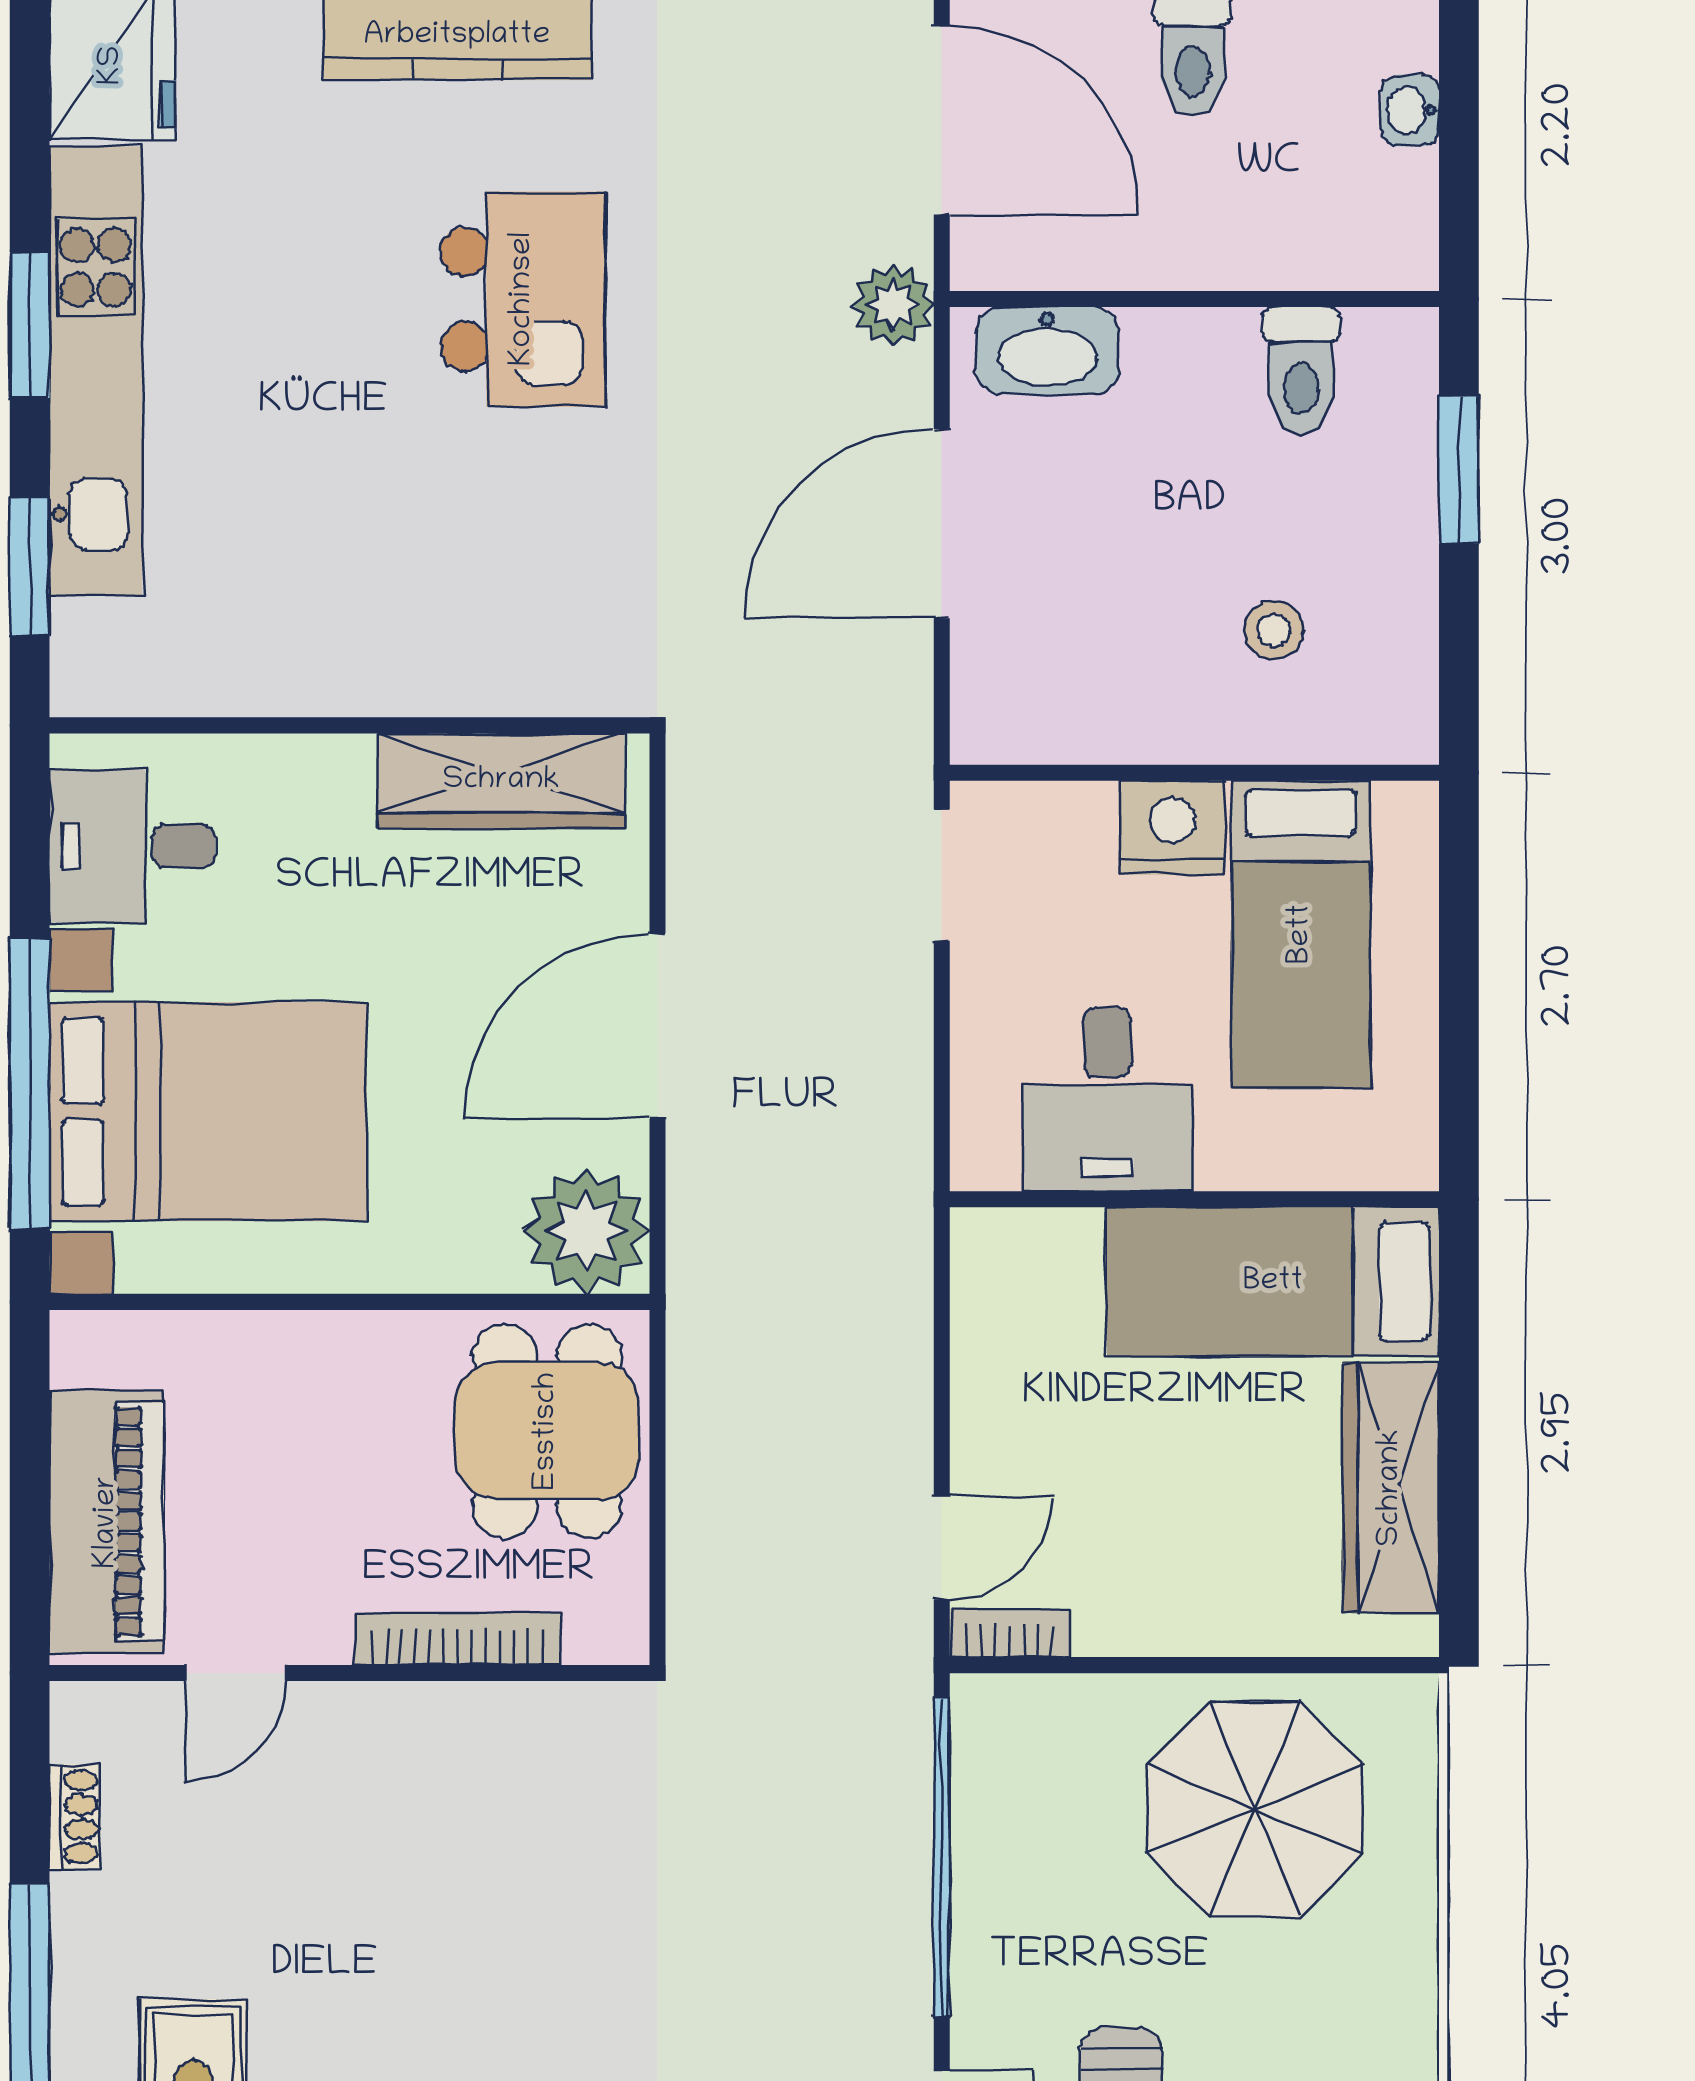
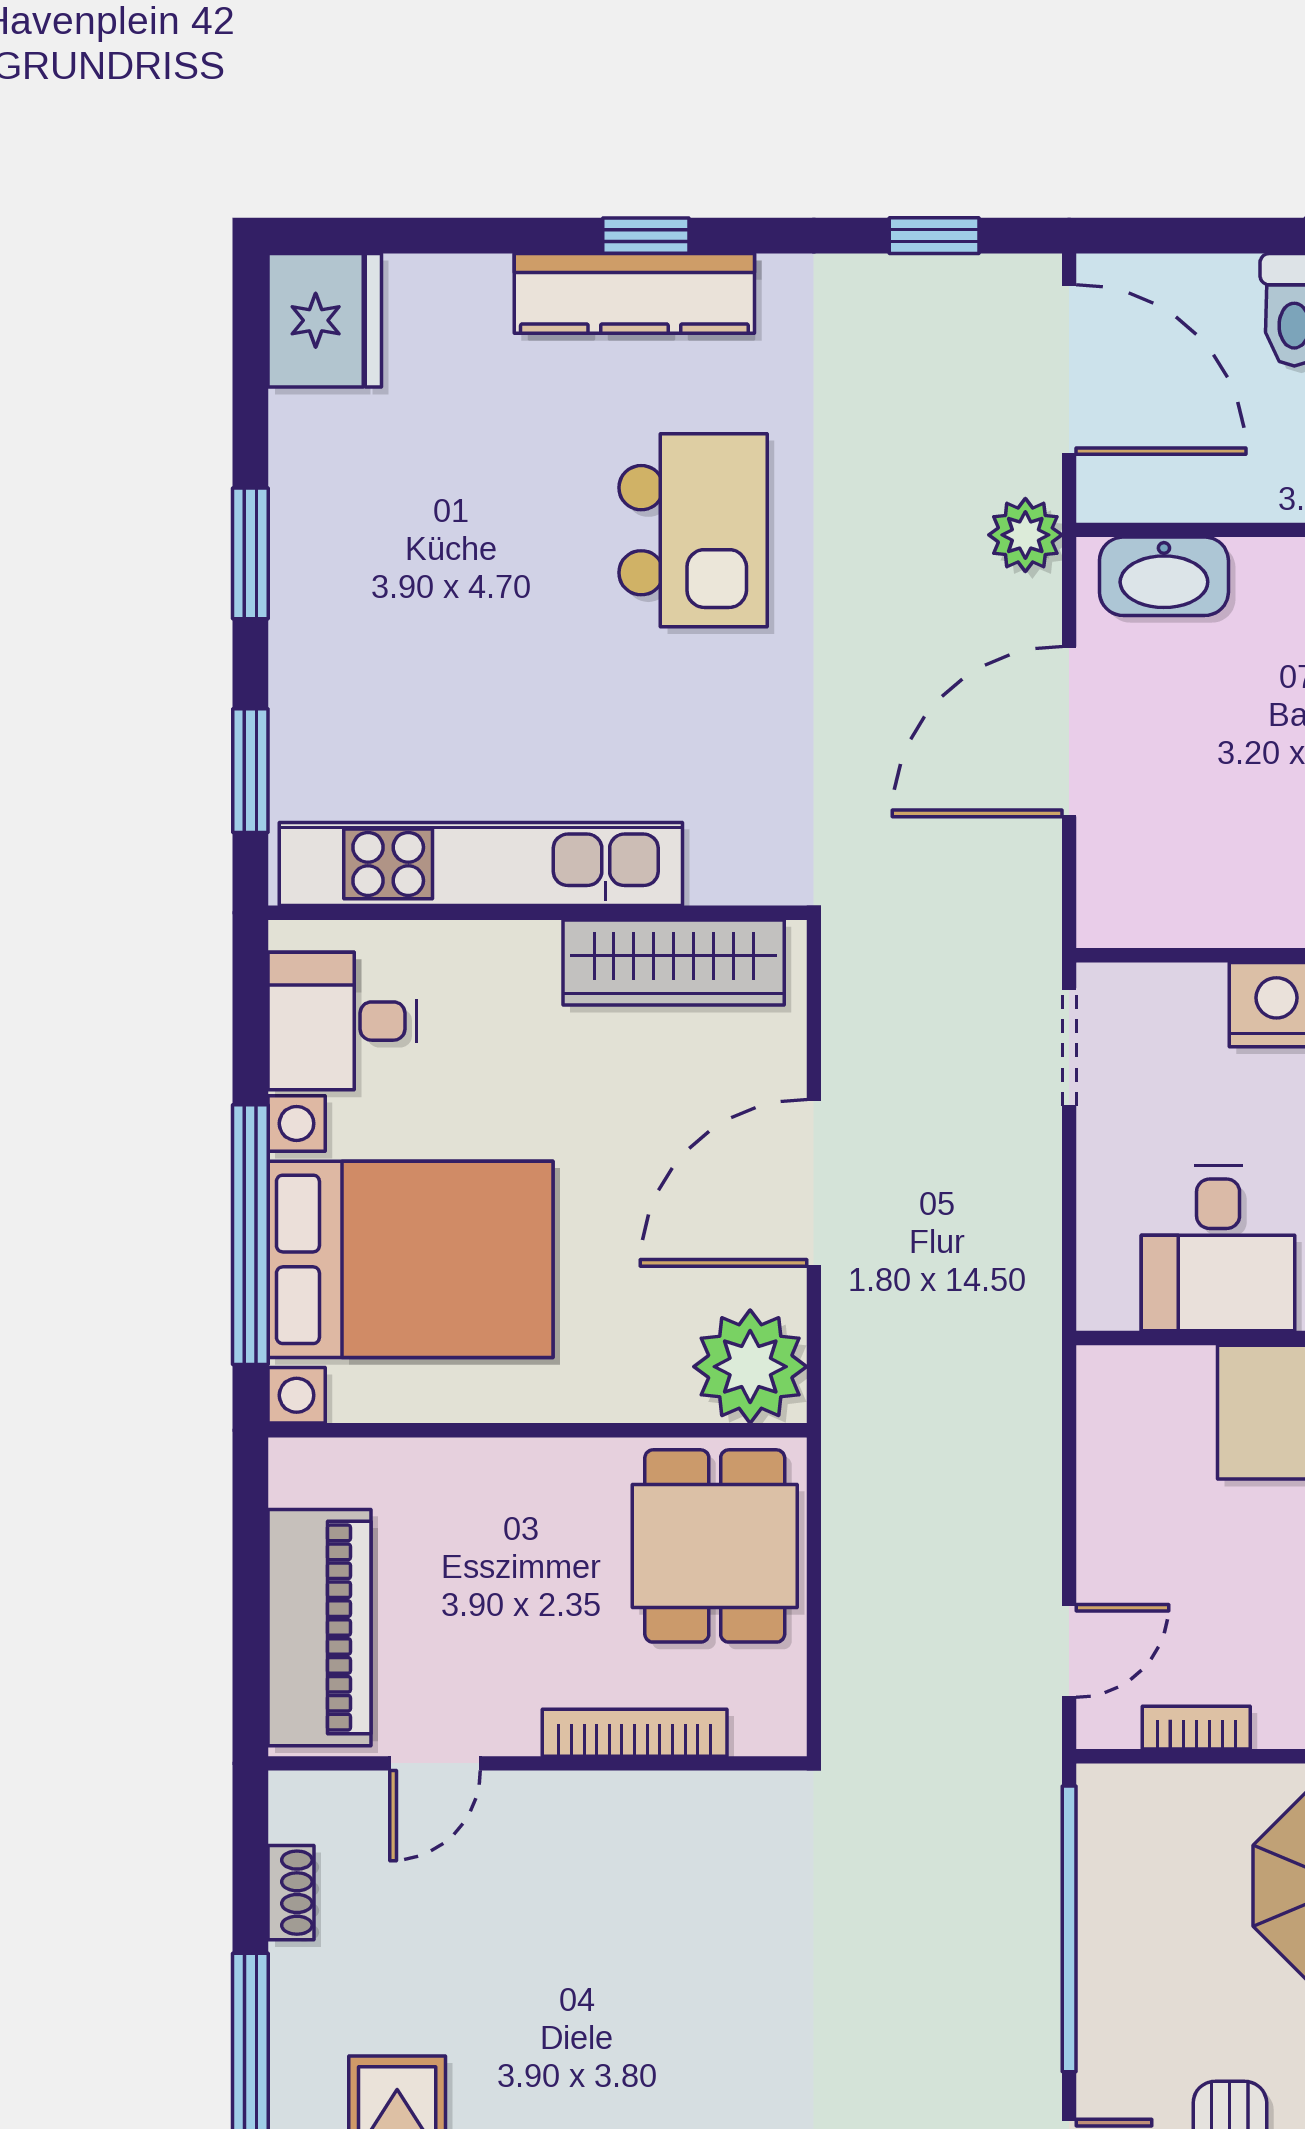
kitchen unit: (96, 371) -> (481, 864), moved, turned -90
bookcase: (1010, 1633) -> (1196, 1728), moved

